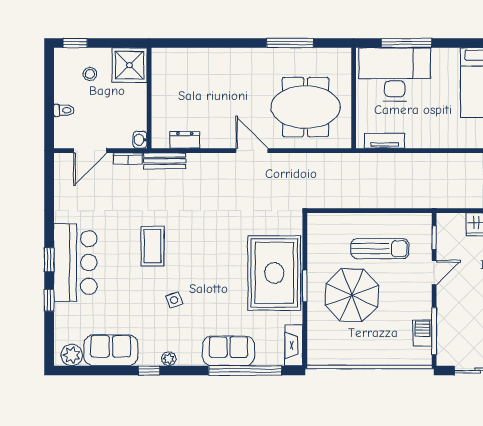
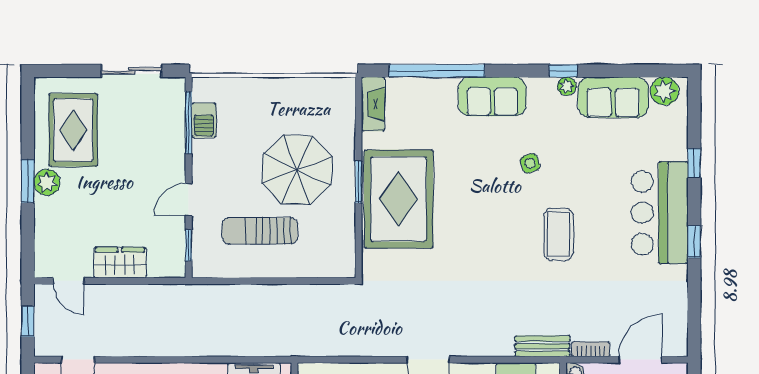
window: (49, 260) -> (694, 242), moved
sofa: (229, 351) -> (492, 96), moved
plant: (169, 359) -> (567, 86), moved

